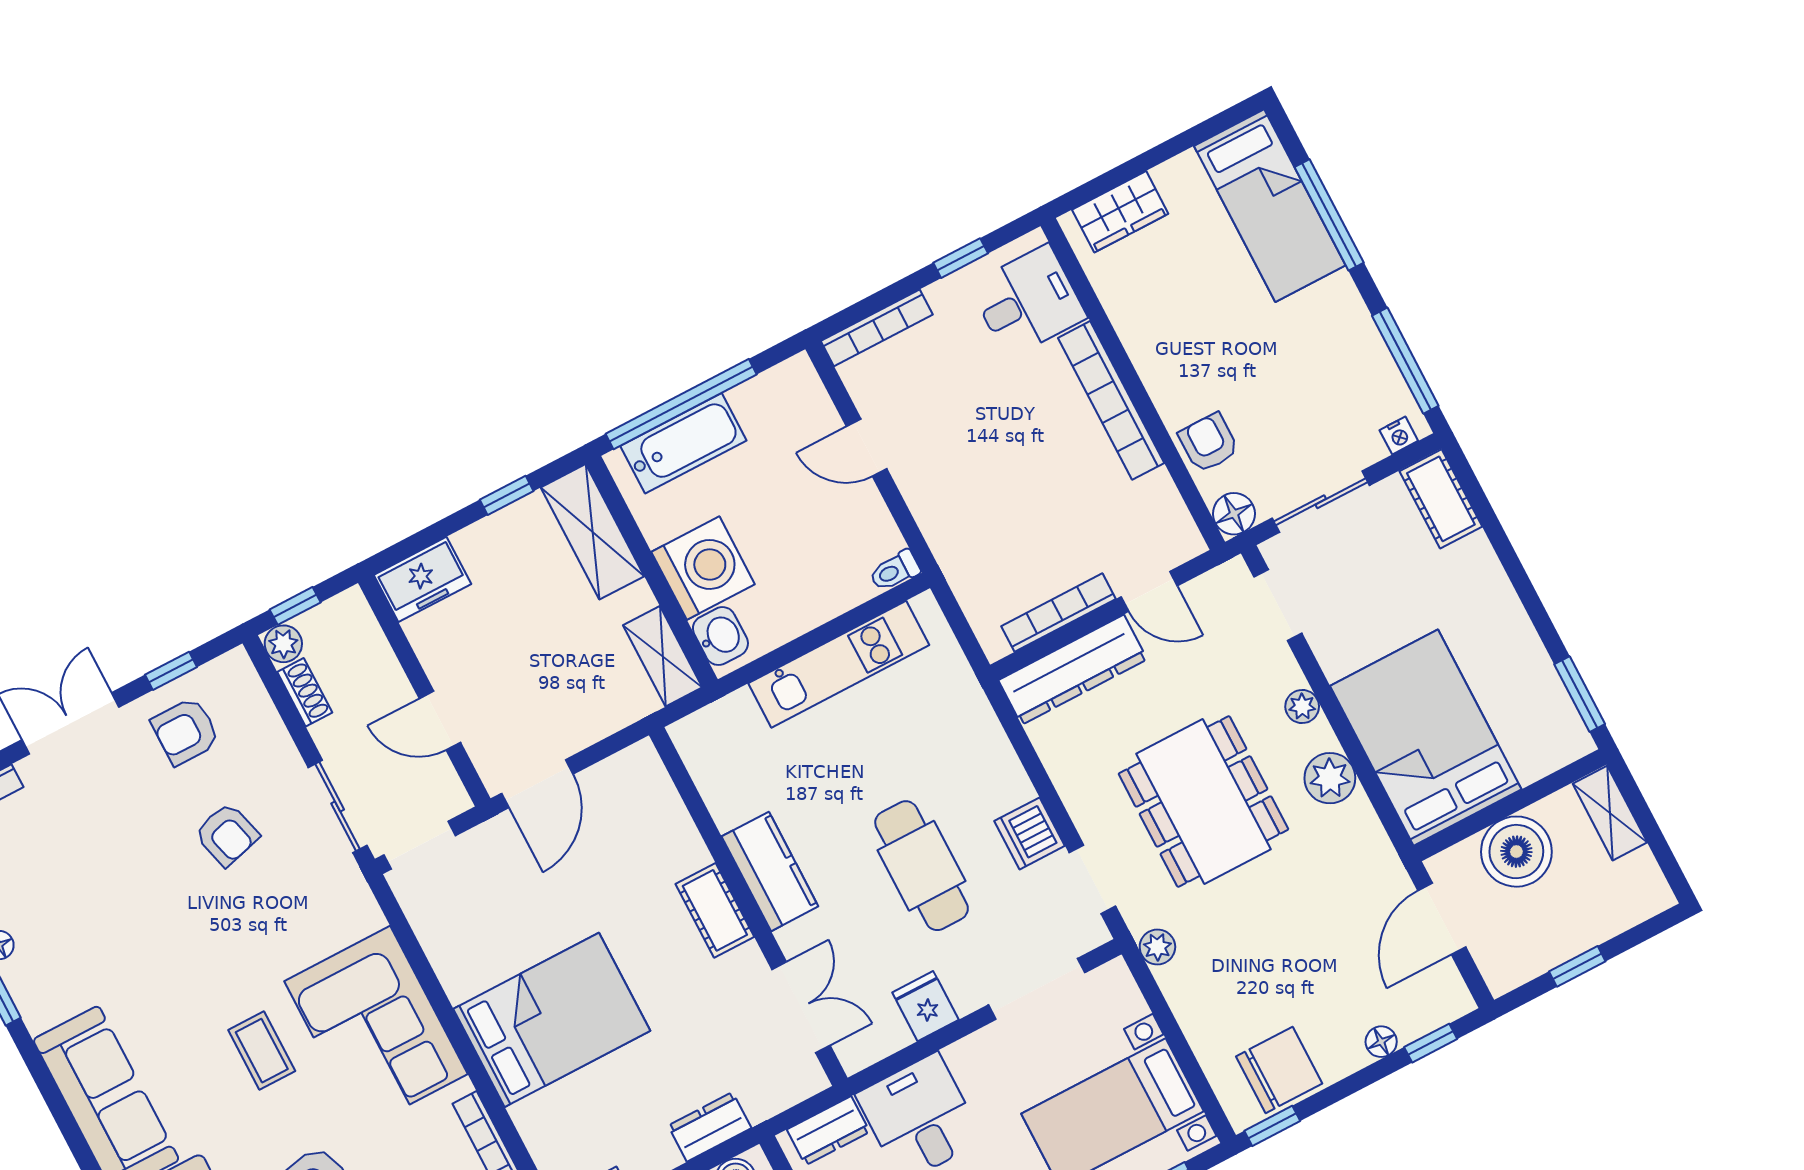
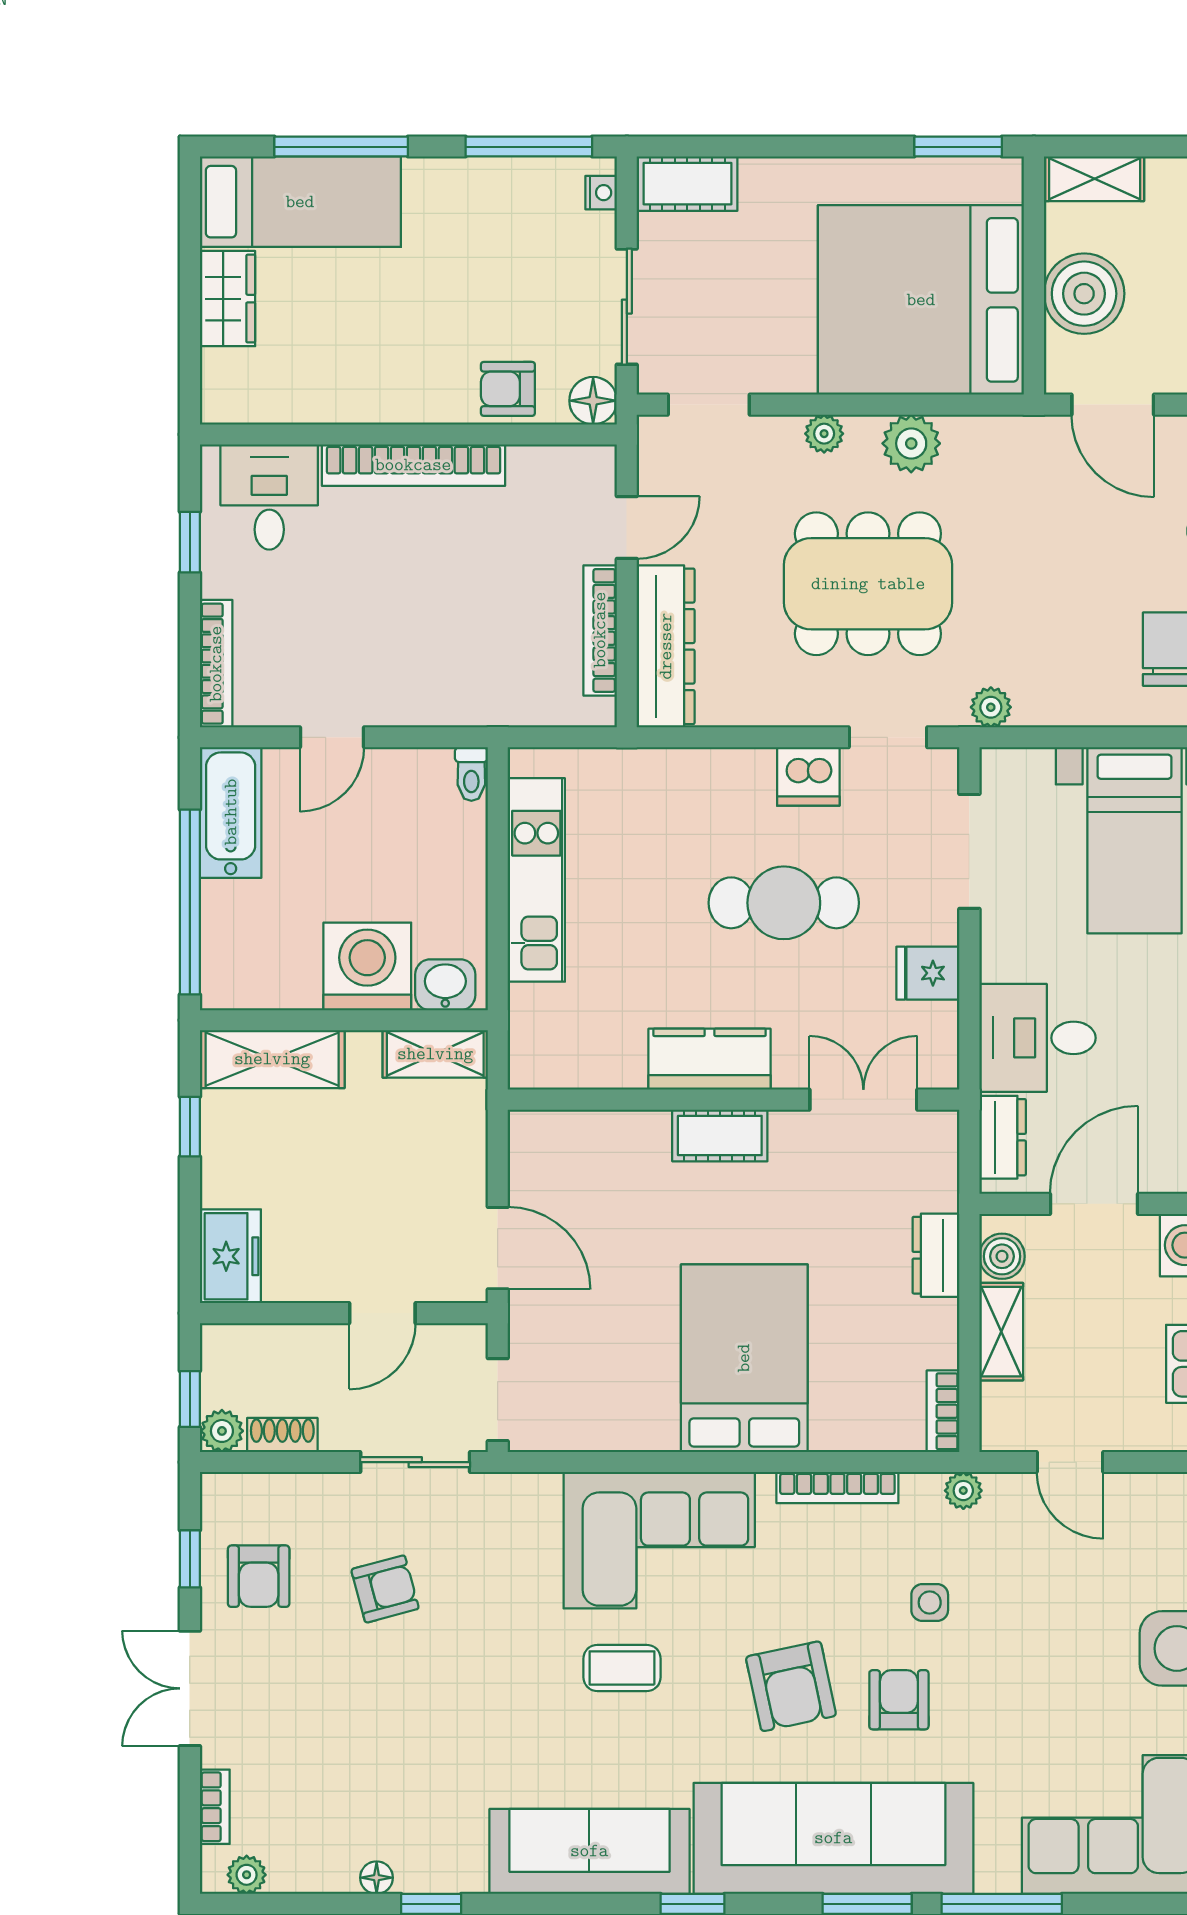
wardrobe: (1120, 212) -> (228, 299), moved
bathtub: (683, 443) -> (231, 812), moved
bed: (1426, 738) -> (921, 300), width x1.36

